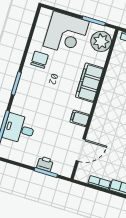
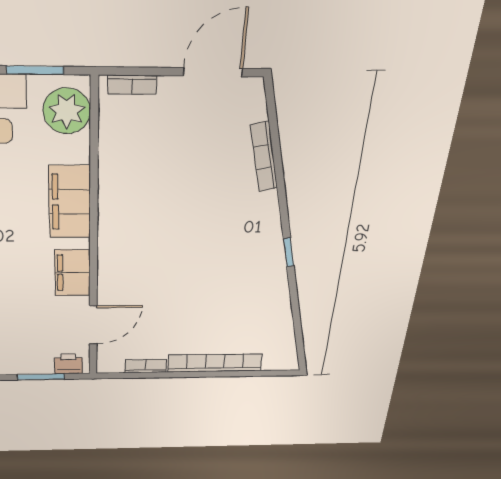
filing cabinet: (80, 118) -> (72, 273), width x2.00
printer: (45, 164) -> (68, 364), moved

